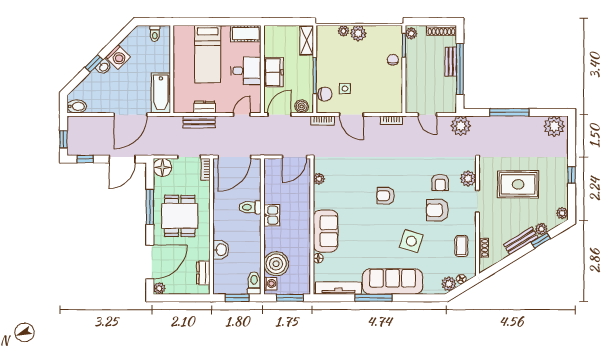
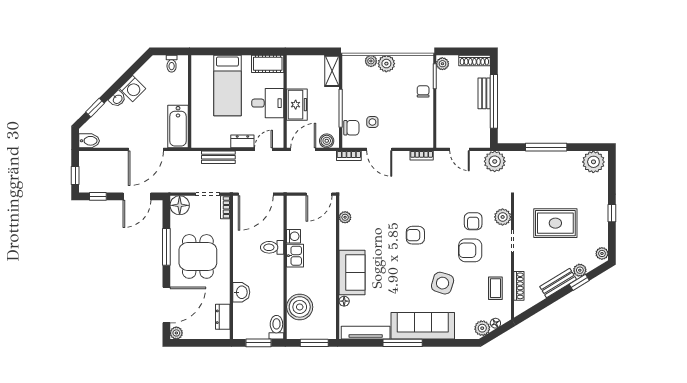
window: (94, 64) -> (95, 108), moved
dresser: (204, 107) -> (242, 141), moved
shoe rack: (484, 248) -> (519, 286), width x1.43
washing machine: (270, 284) -> (294, 236), moved

